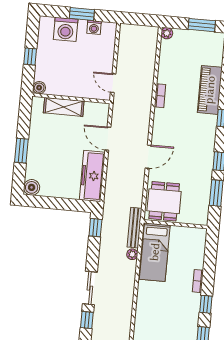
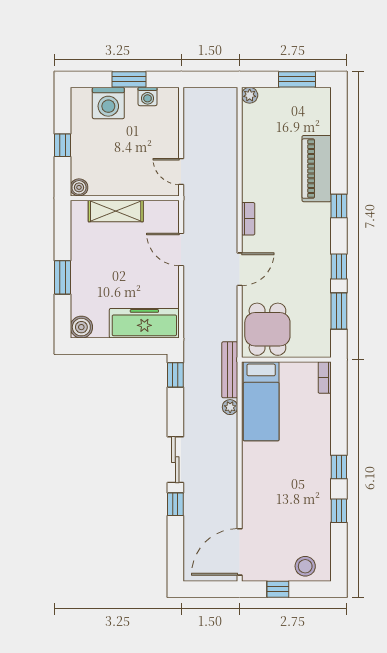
bookcase: (160, 96) -> (248, 219), moved
freezer: (92, 176) -> (144, 323), moved, turned 90
bookcase: (198, 281) -> (325, 377), moved

